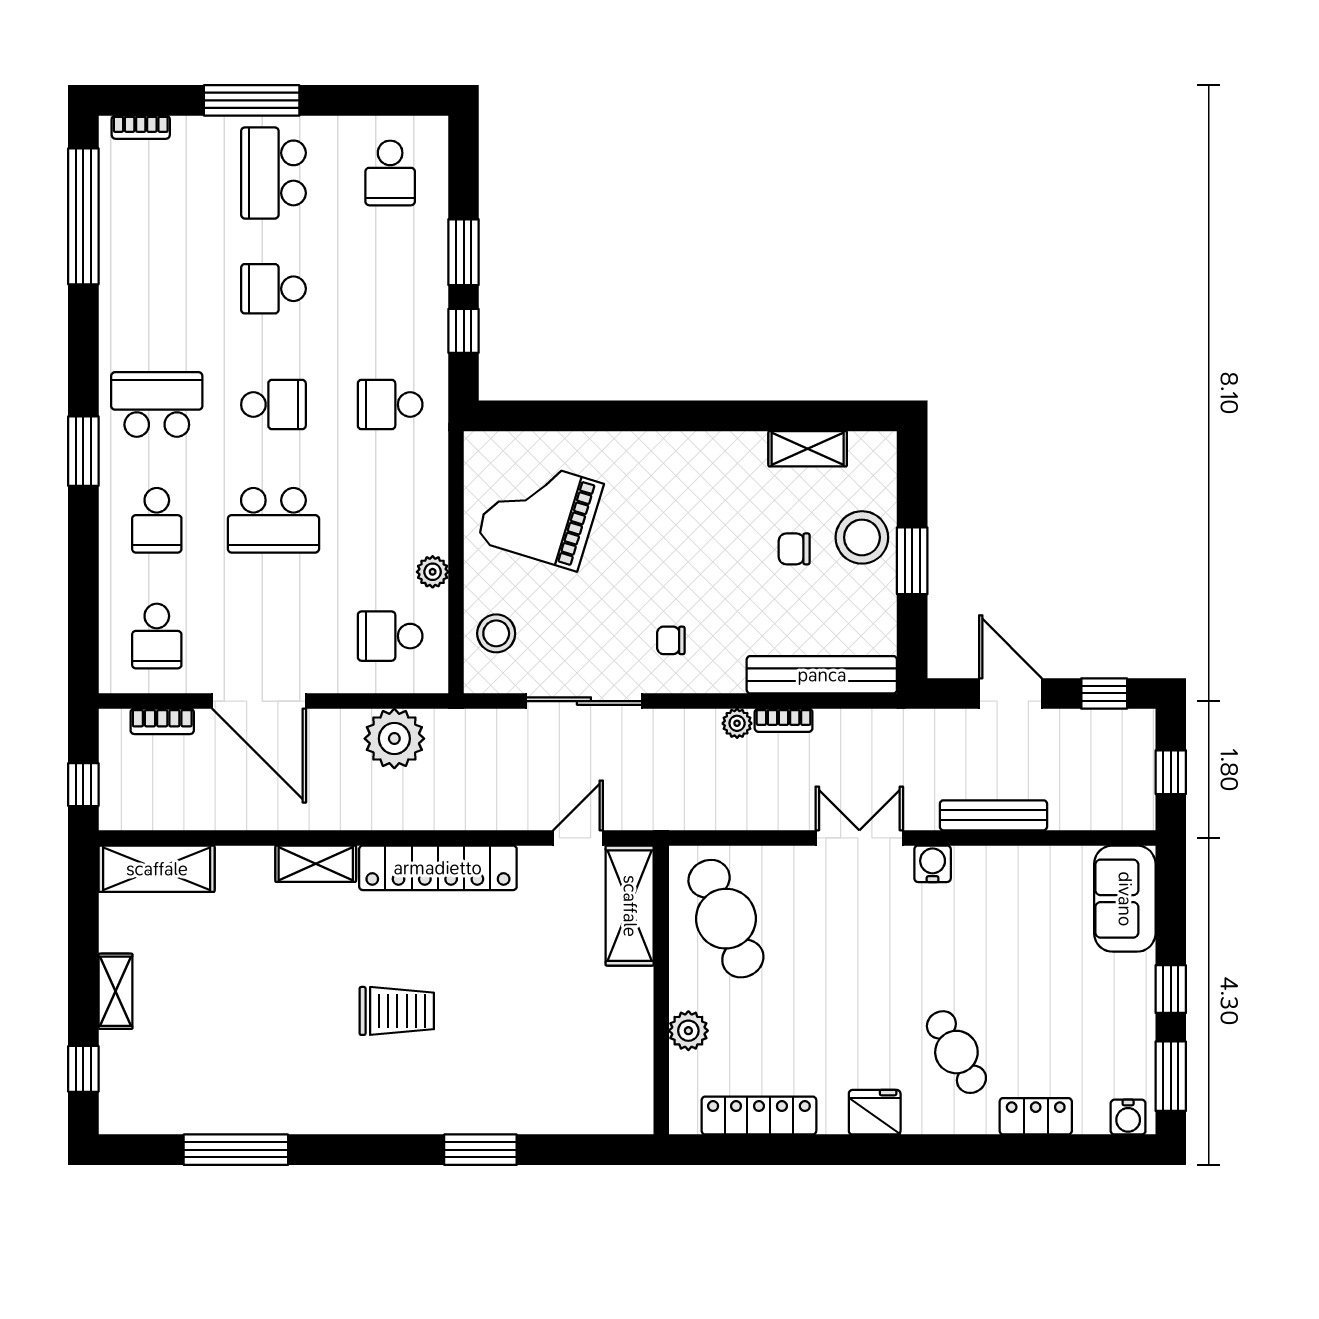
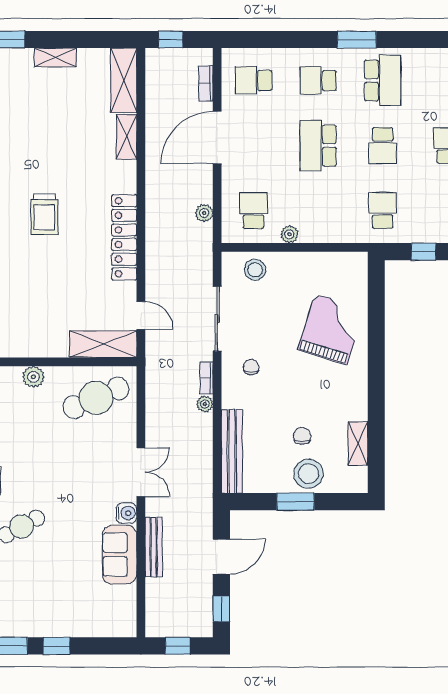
grand piano: (540, 512) -> (331, 329), moved
bookcase: (784, 720) -> (207, 378), moved
plant: (394, 739) -> (204, 213), width x0.53, depth x0.53
shelving: (316, 864) -> (127, 137), moved
sofa: (1125, 899) -> (120, 555), moved, turned -90

